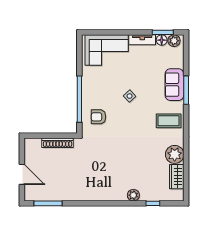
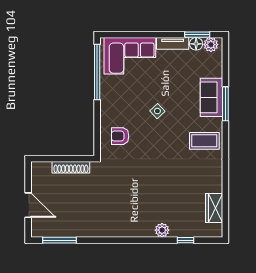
window: (79, 99) -> (97, 72), moved
plant: (175, 154) -> (212, 181), removed

